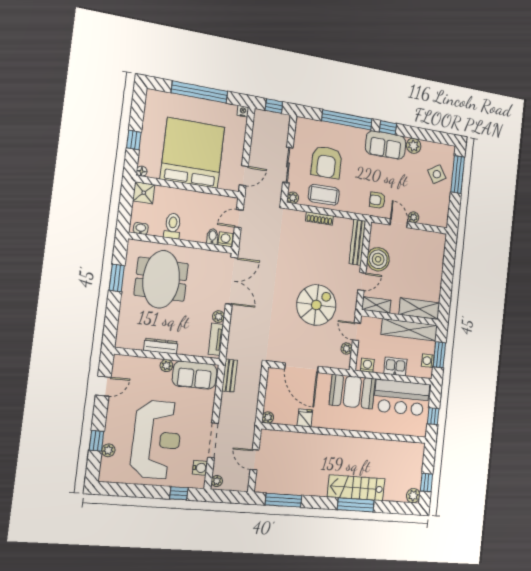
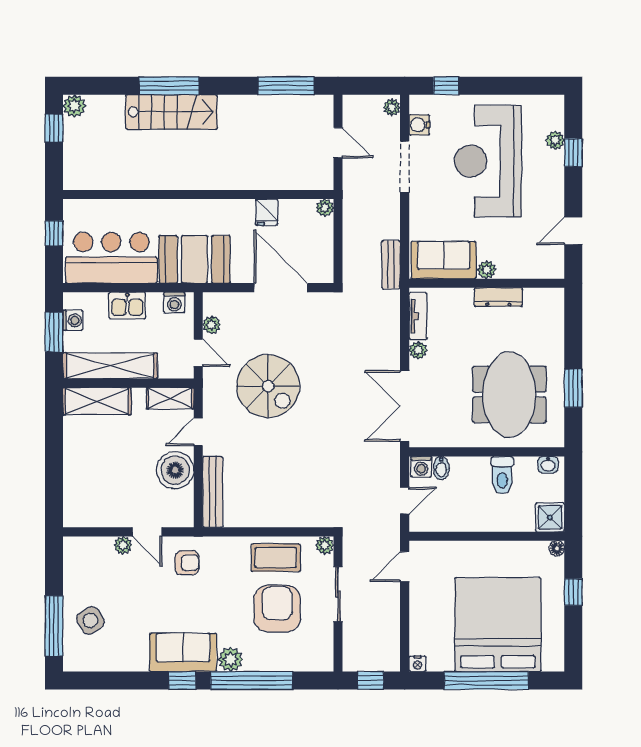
plant: (414, 146) -> (231, 659), moved
bed: (193, 153) -> (498, 625), moved, turned 180
shoe rack: (320, 218) -> (278, 520), removed
spiral stairs: (316, 305) -> (268, 386), turned -90

